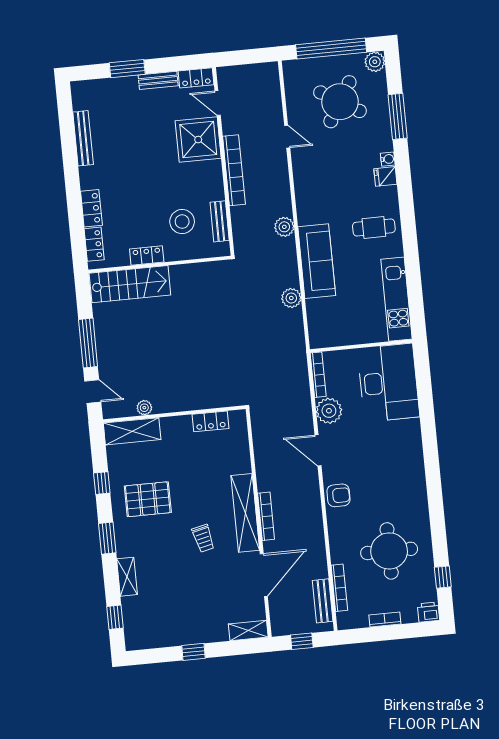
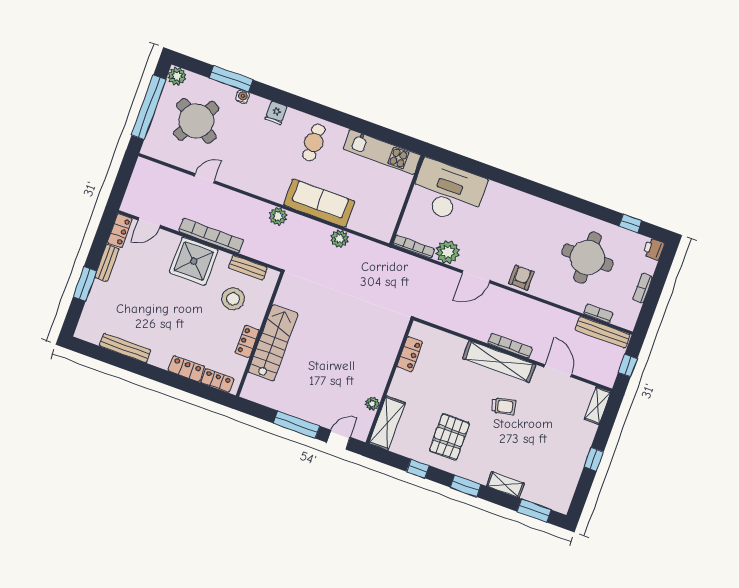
shower: (198, 140) -> (194, 261), moved
water cooler: (388, 159) -> (243, 97), moved
stairs: (130, 284) -> (273, 343), moved
door: (264, 575) -> (558, 371), width x0.73
bookcase: (339, 588) -> (598, 313), width x0.64
bench: (323, 601) -> (603, 332), width x1.36
window: (115, 617) -> (534, 511), width x1.50

